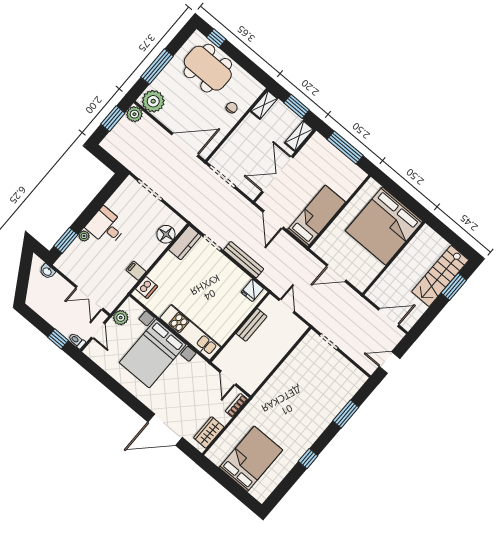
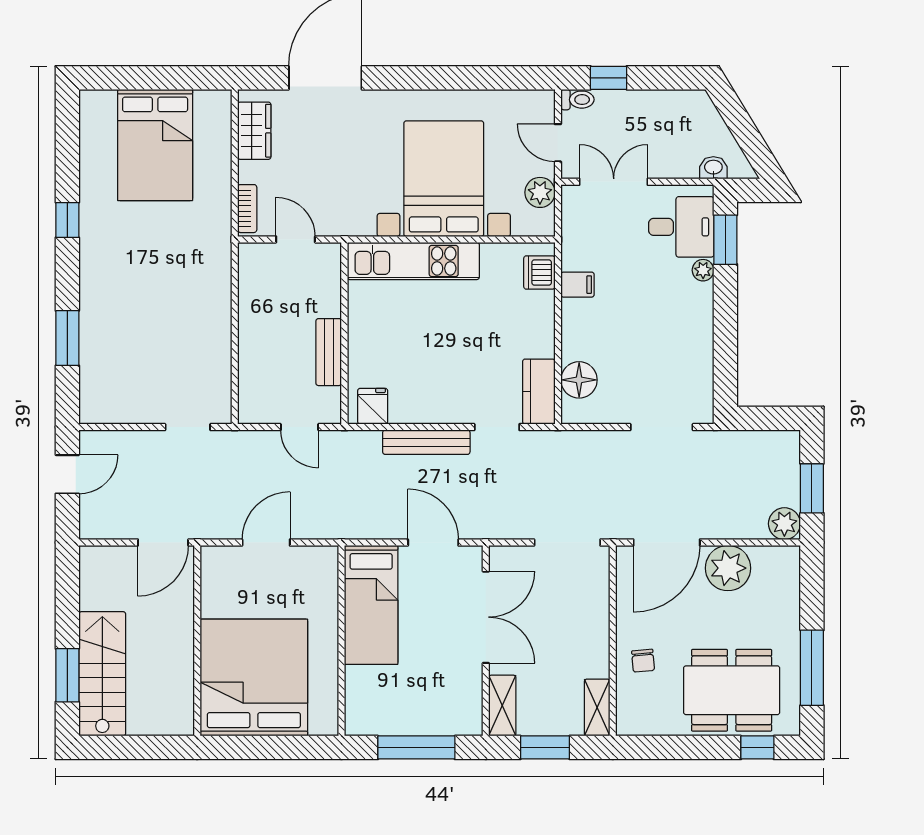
window: (157, 67) -> (812, 668), moved
plant: (153, 101) -> (728, 568), moved
desk: (106, 227) -> (681, 227), moved
door: (389, 317) -> (163, 543), moved

